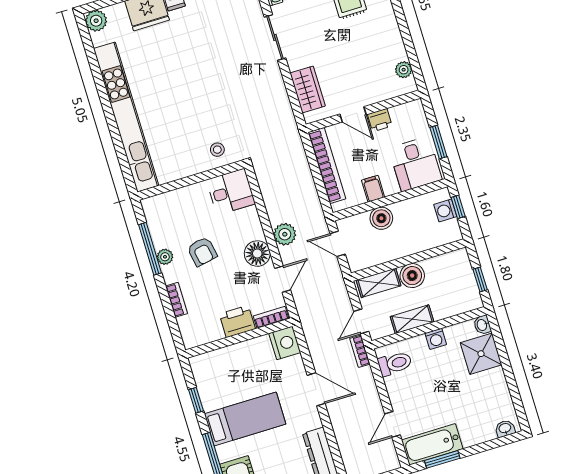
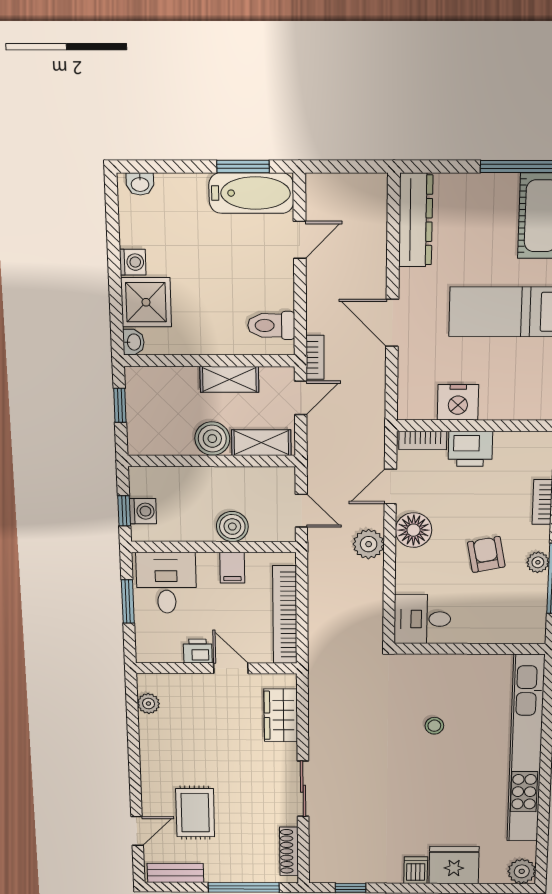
stool: (217, 150) -> (434, 726), moved
washing machine: (436, 339) -> (133, 262), moved, turned 90
nightstand: (285, 343) -> (458, 402), moved, turned -90

